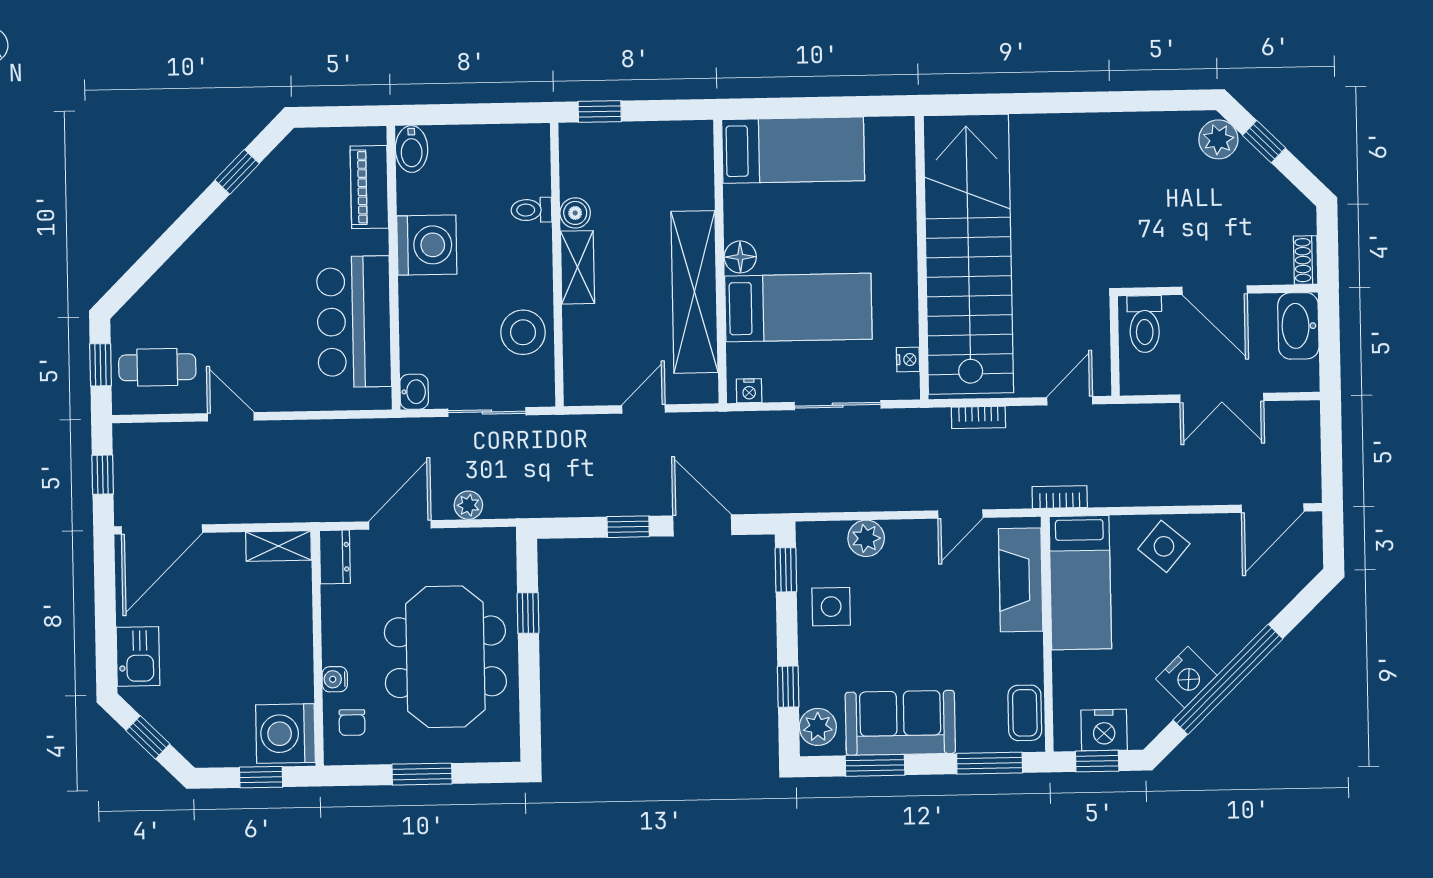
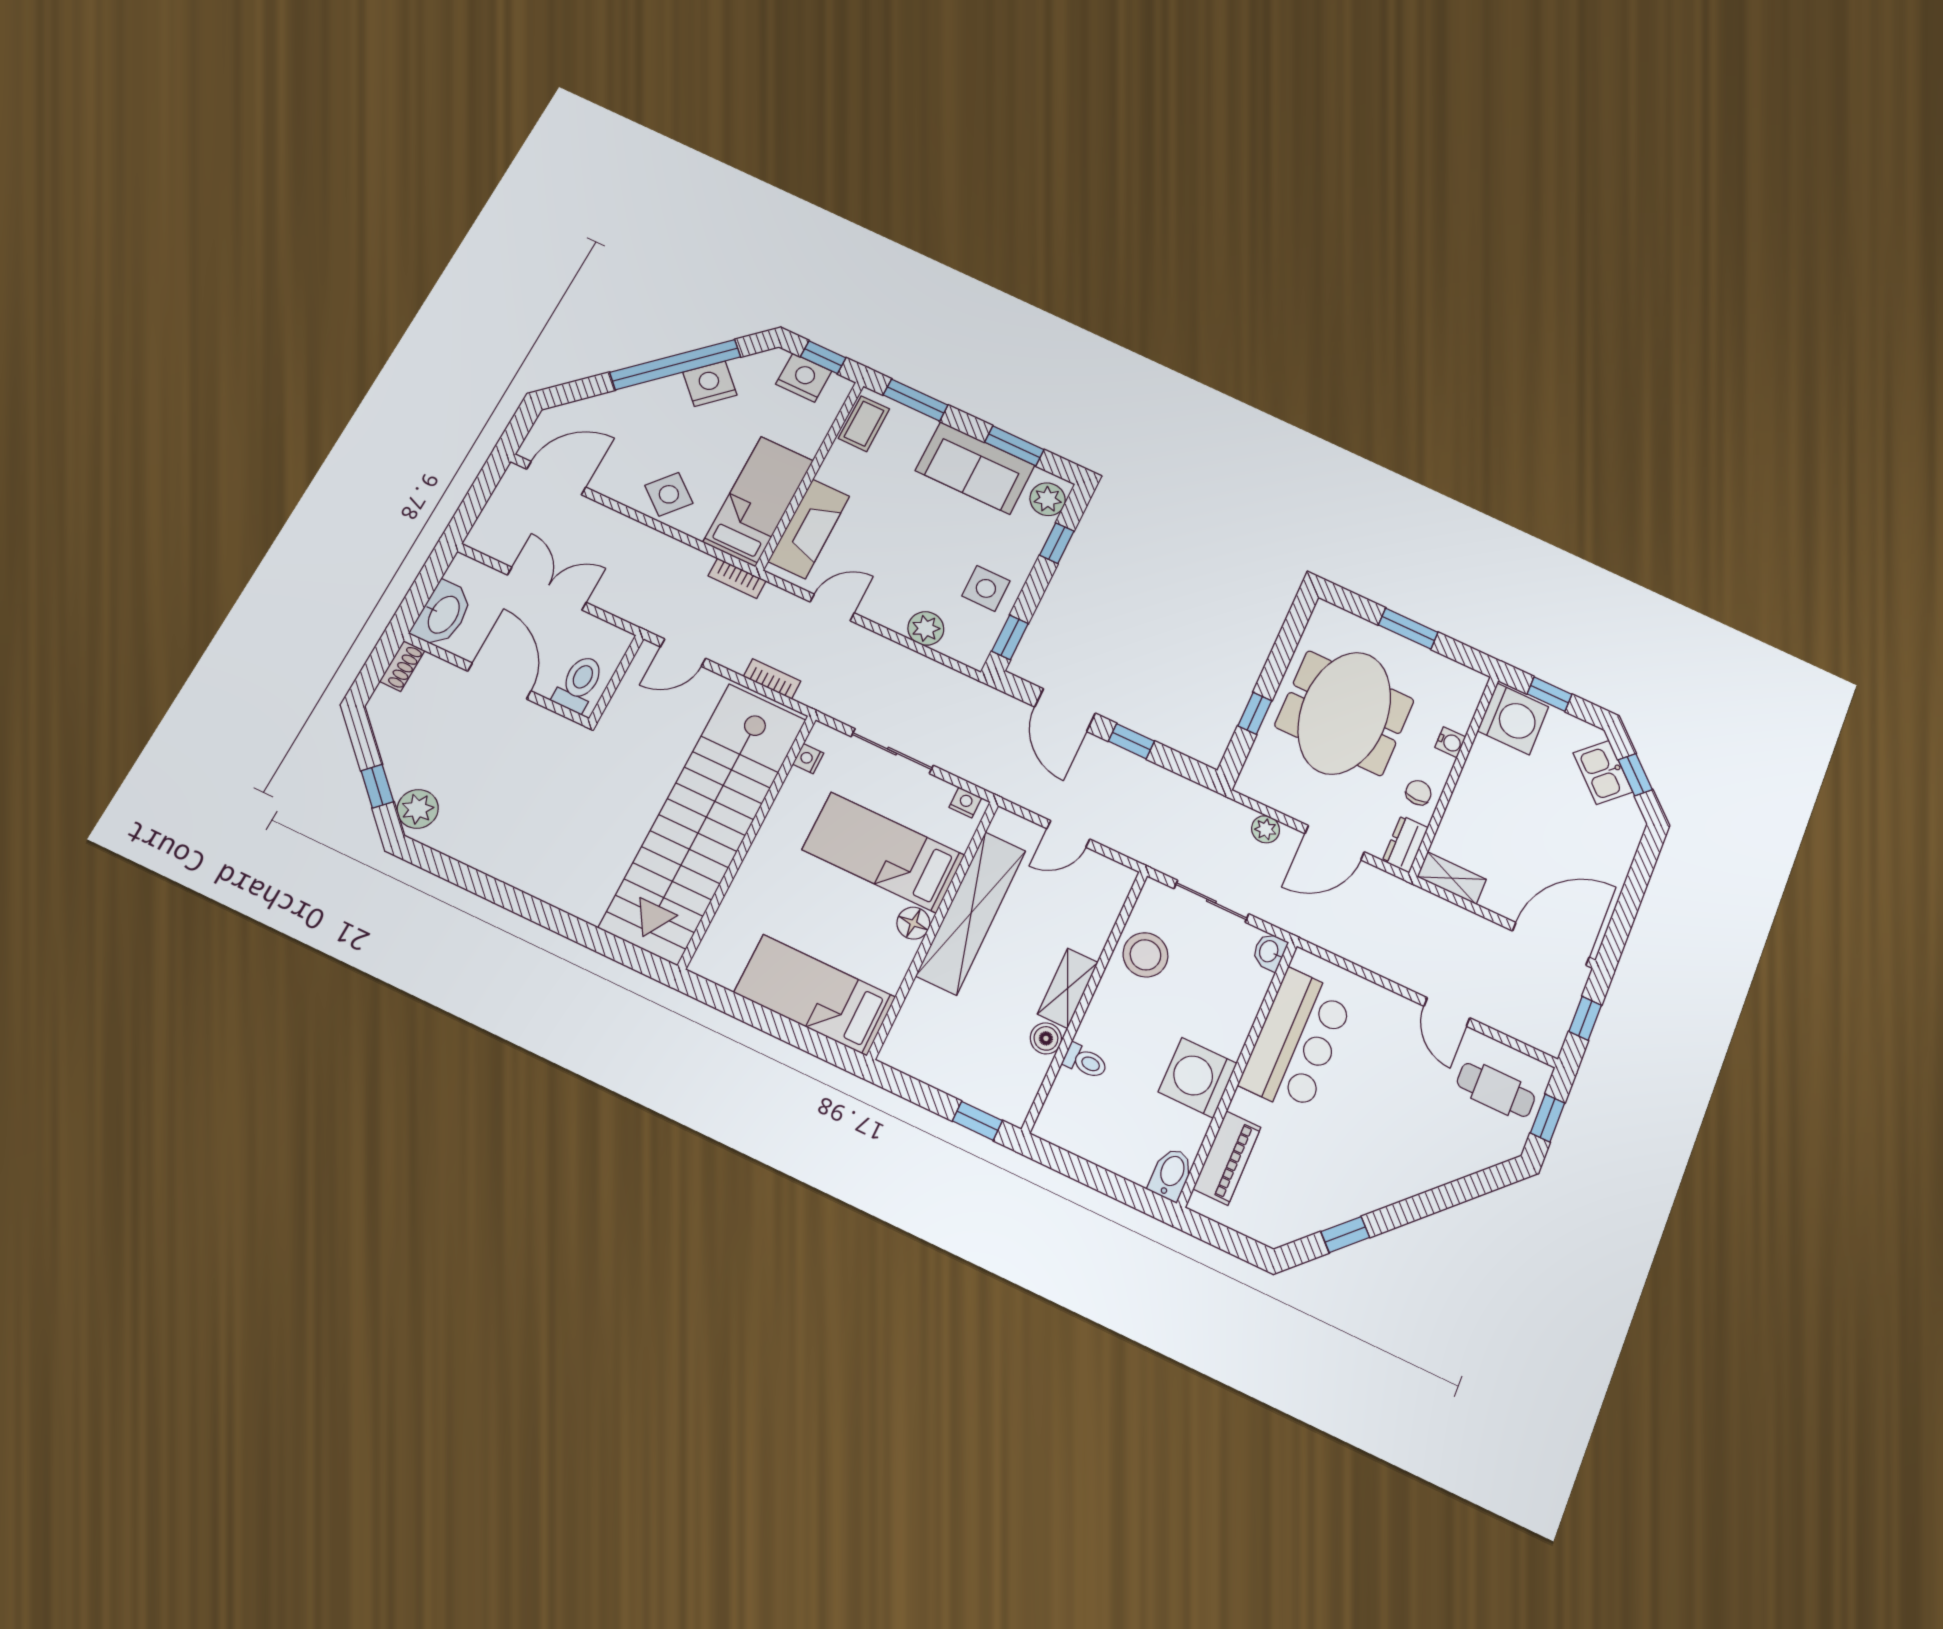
kitchen sink: (138, 656) -> (1603, 772), moved, turned -45
chair: (352, 723) -> (1418, 793), moved

